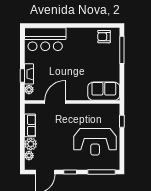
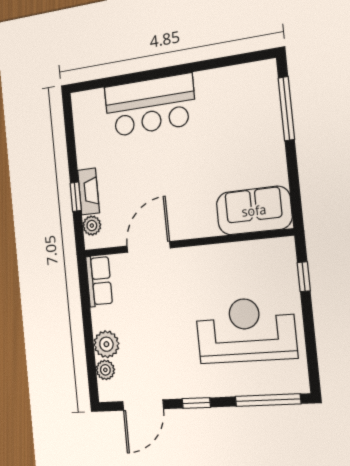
armchair: (104, 37) -> (242, 85), removed
bar counter: (45, 39) -> (150, 105), moved
row of seats: (30, 125) -> (99, 281), moved
reception desk: (95, 142) -> (246, 330), turned 180

